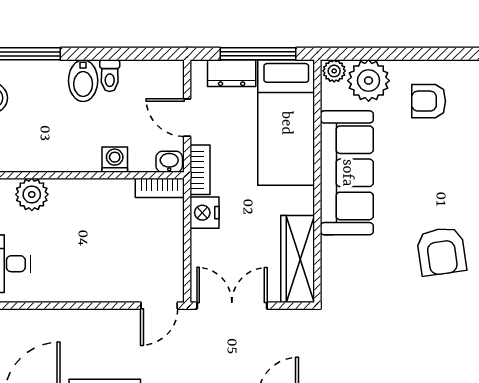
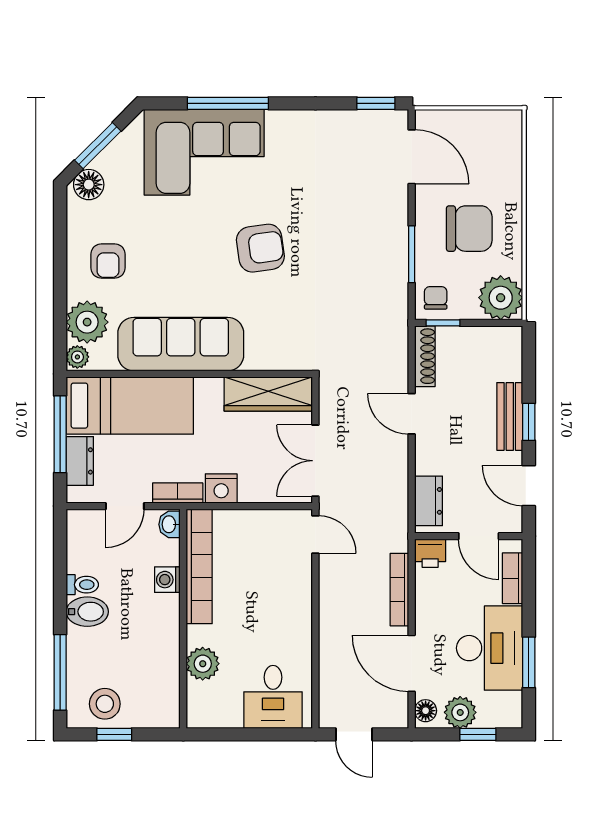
bookcase: (160, 188) -> (199, 566), width x2.31, depth x1.31

